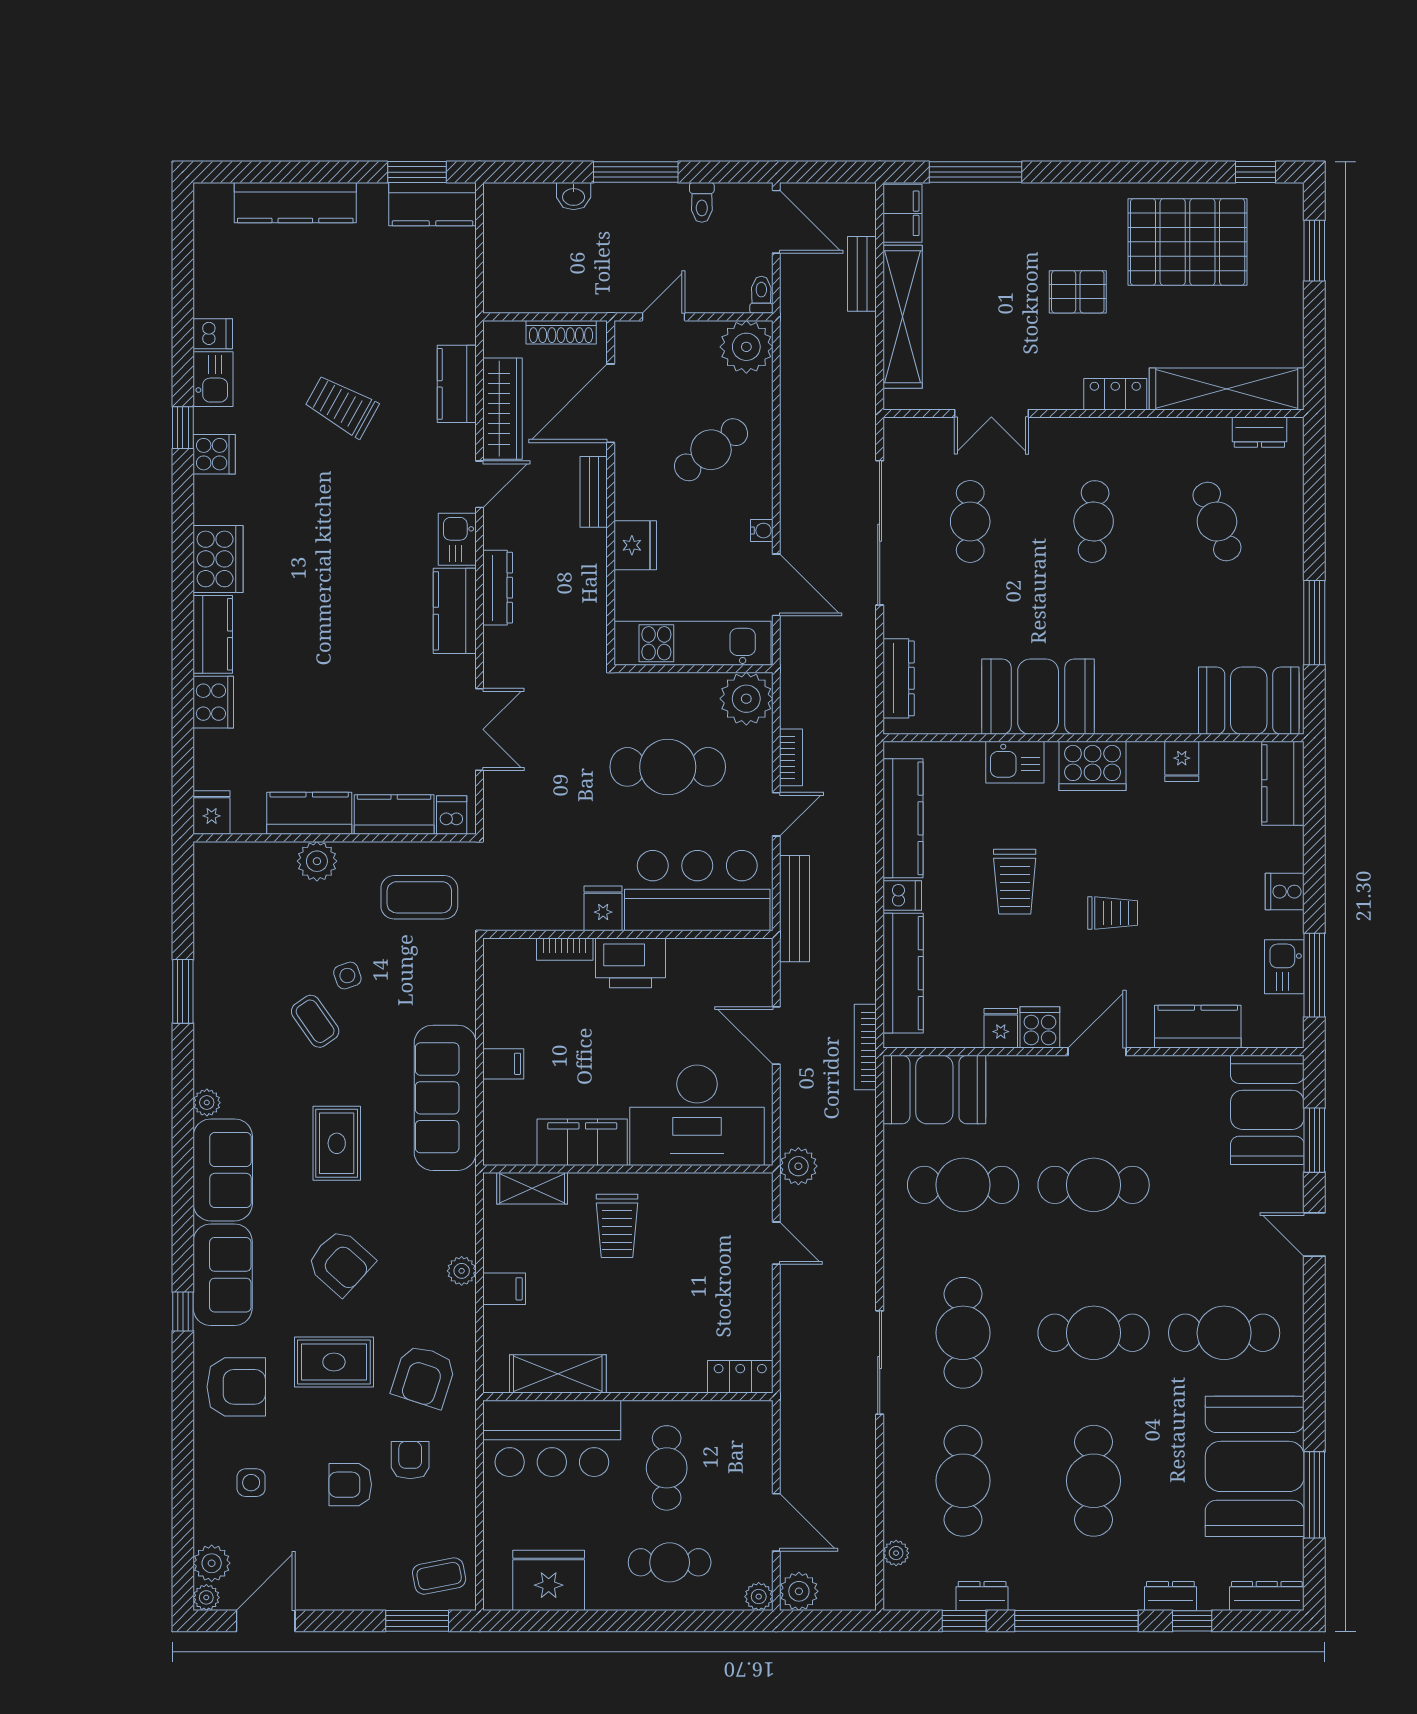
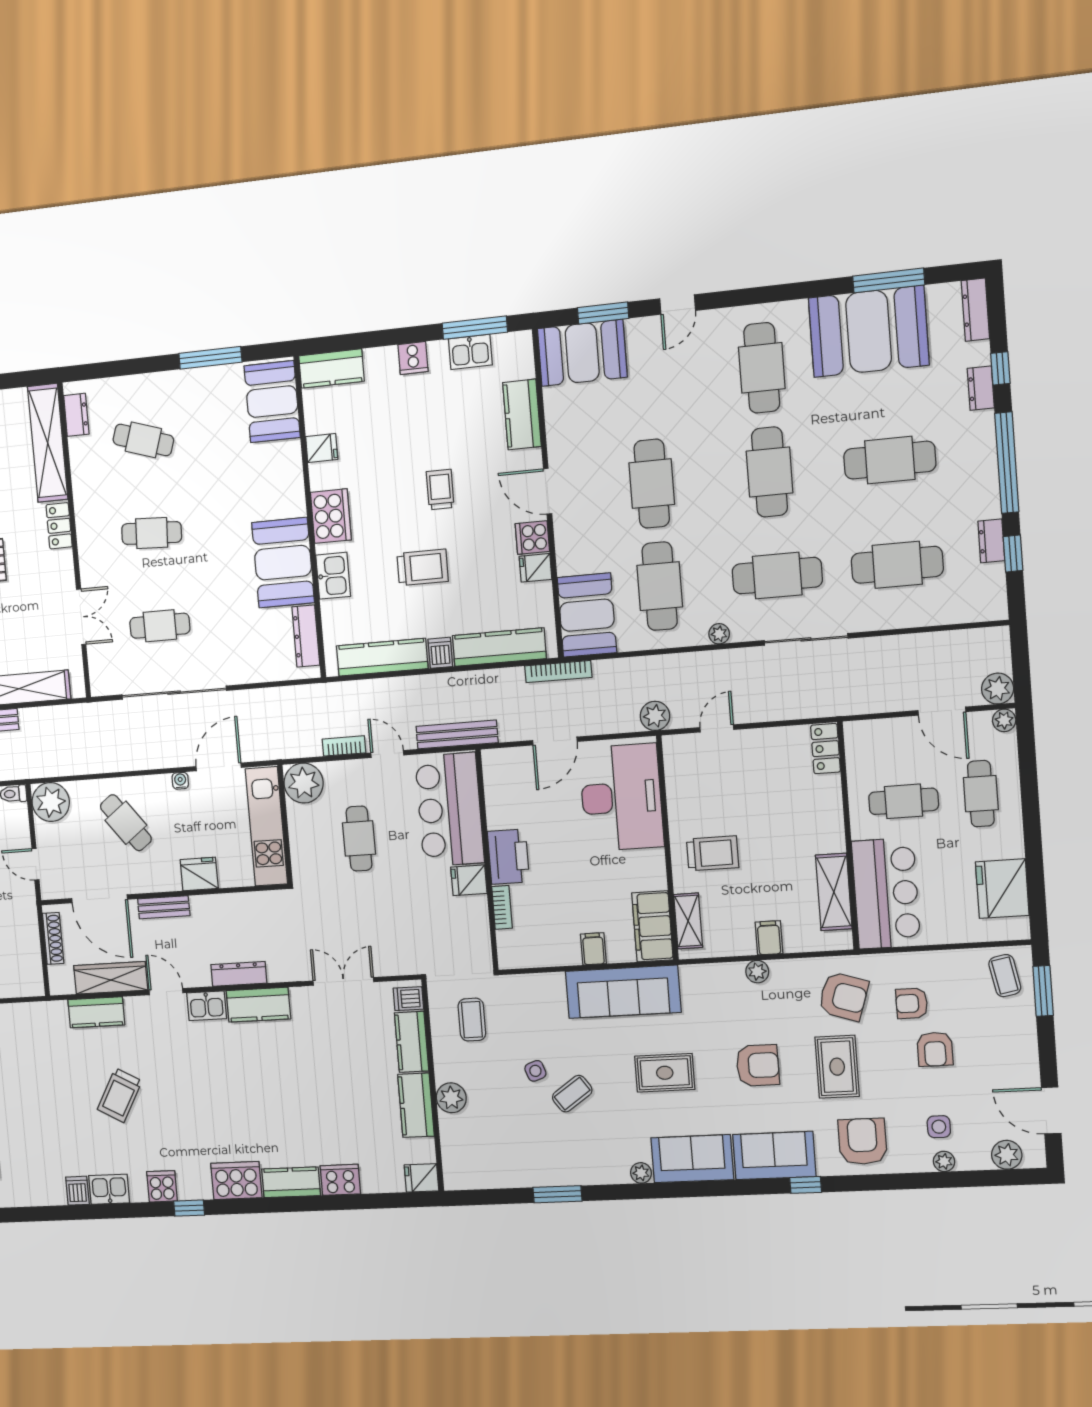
window: (183, 428) -> (189, 1208), moved
cafe table: (1217, 522) -> (143, 440), turned 39
dresser: (899, 678) -> (306, 636), moved, turned -90
cafe table: (668, 767) -> (359, 839), width x0.73, depth x0.74
coffee table: (419, 897) -> (472, 1020), width x0.73, depth x0.77
filing cabinet: (582, 1142) -> (652, 926), moved
armchair: (341, 1262) -> (758, 1065), turned 48
door: (776, 1522) -> (942, 711), swing flipped
plant: (896, 1553) -> (719, 634), moved
plant: (206, 1597) -> (944, 1161), moved

